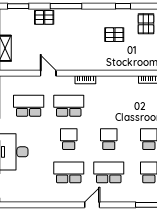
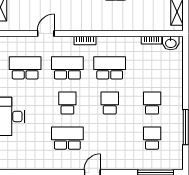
door: (48, 73) -> (46, 33), hinge flipped
school desk: (109, 172) -> (110, 68), moved

